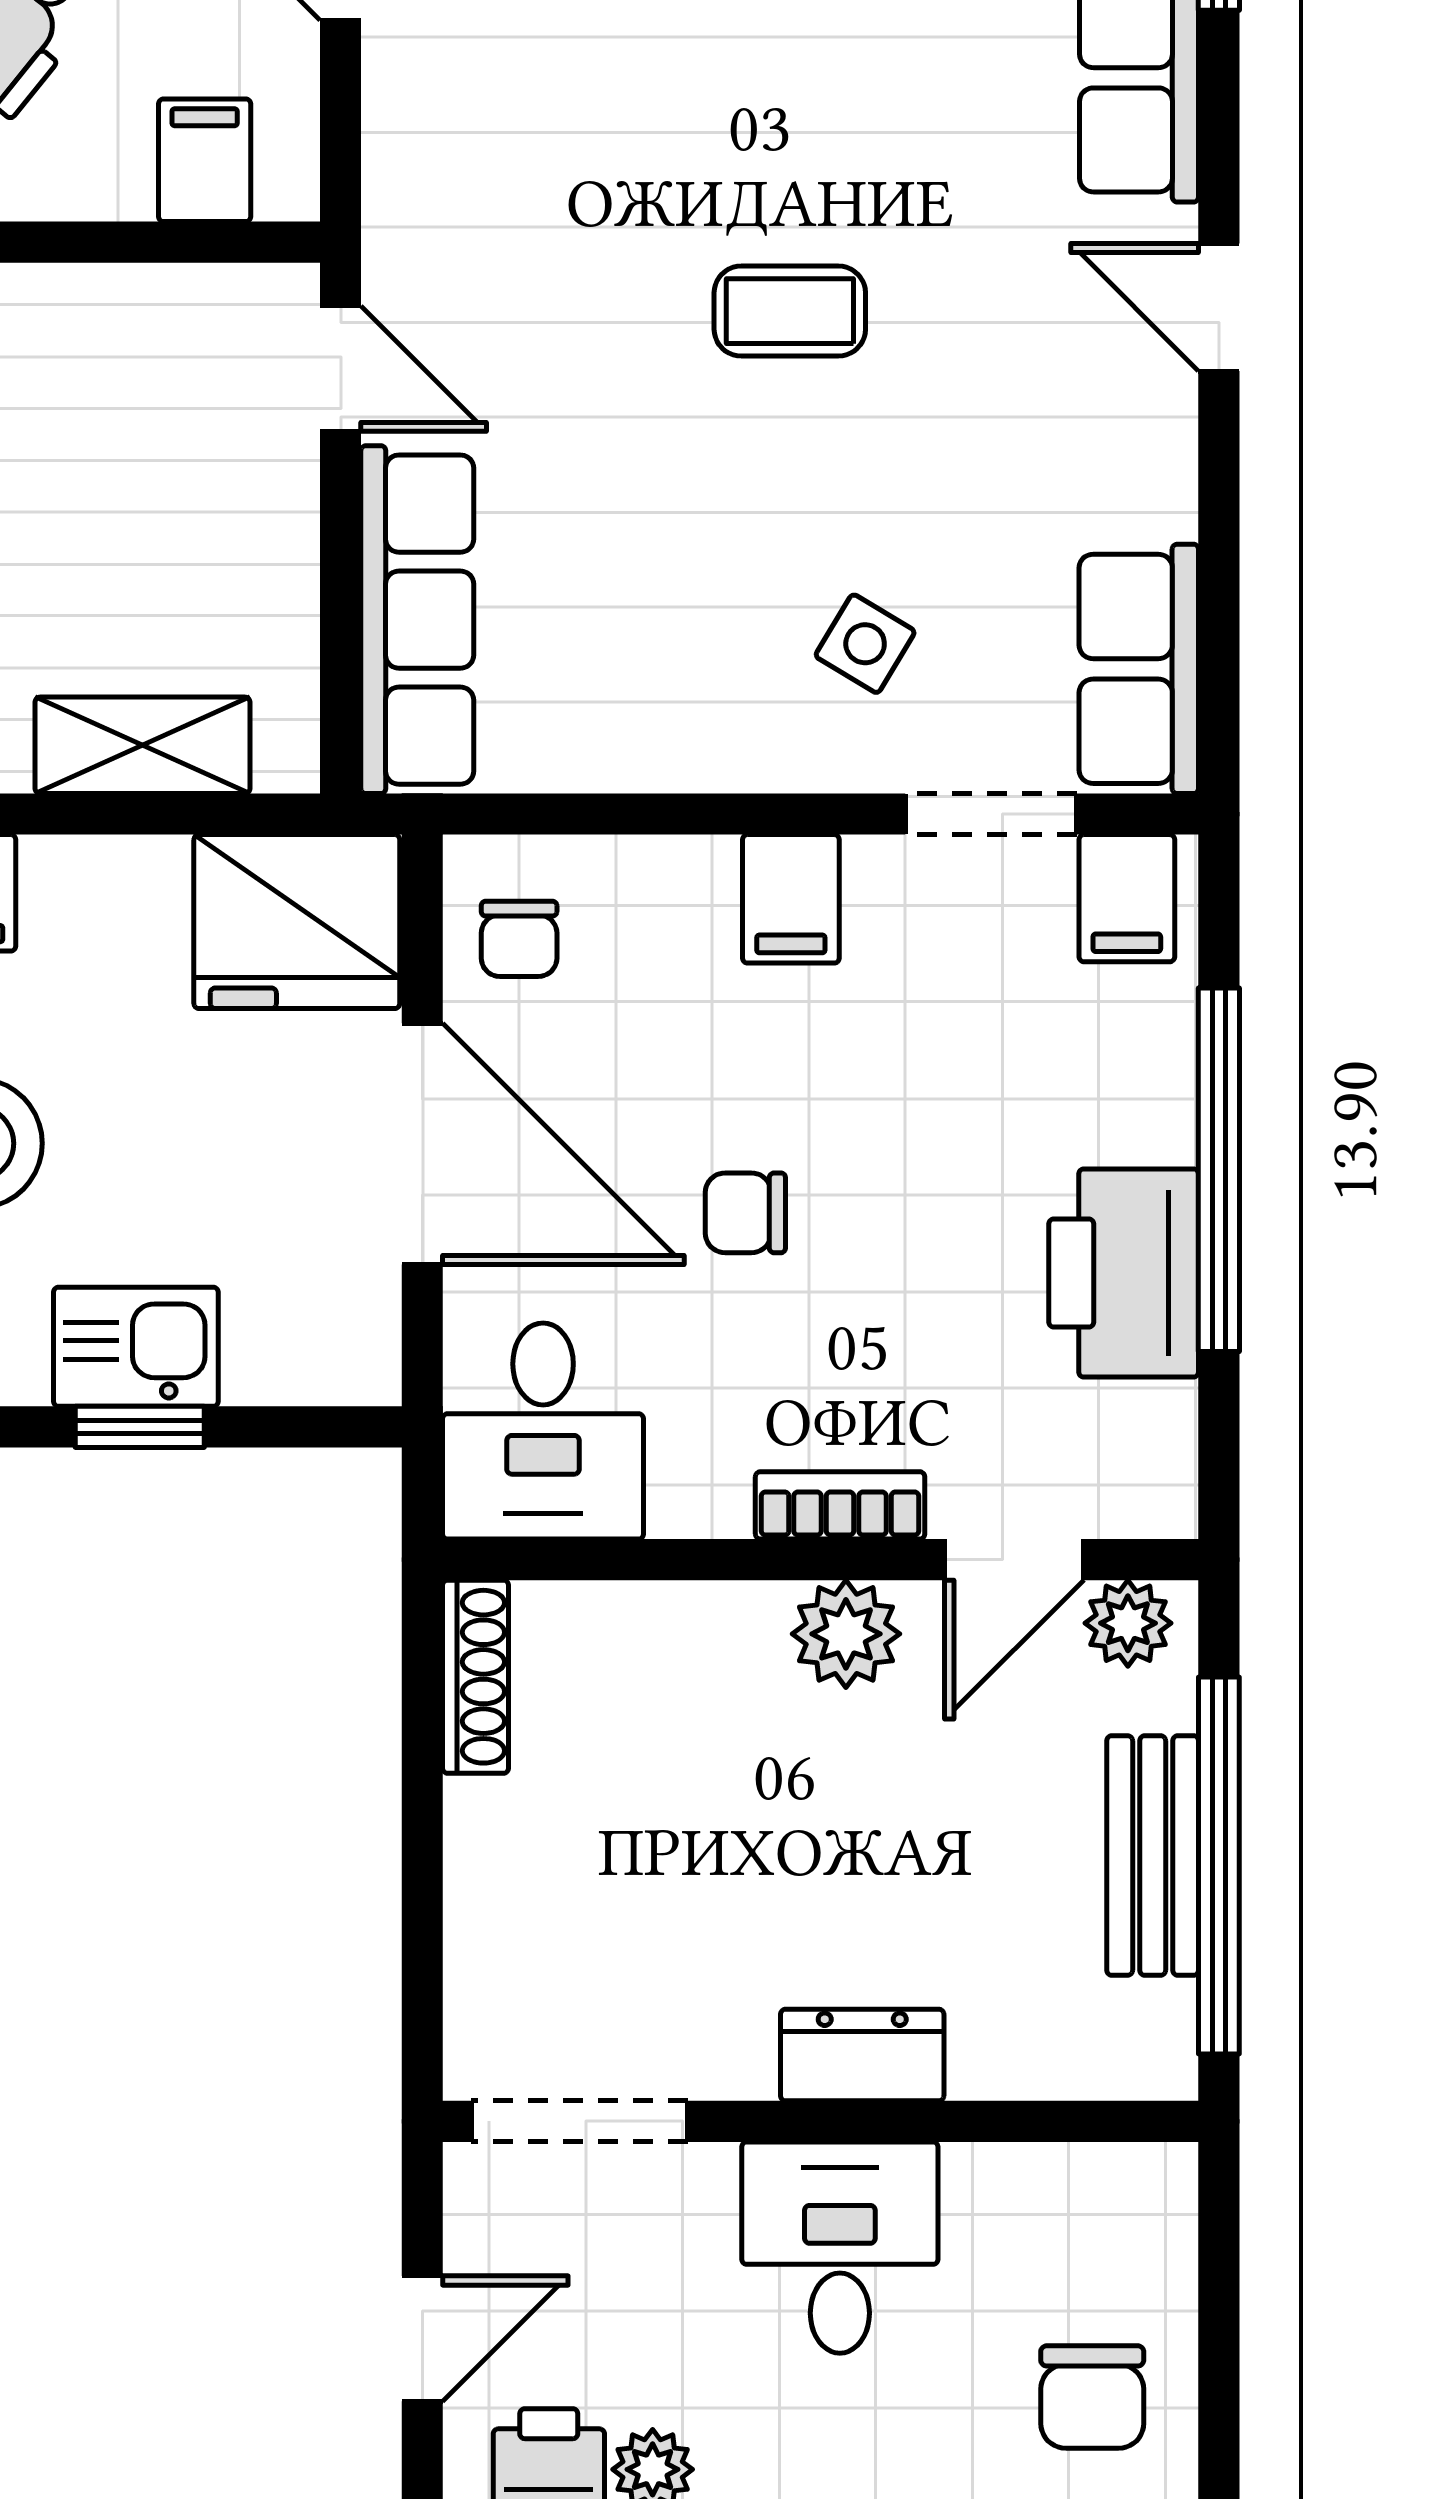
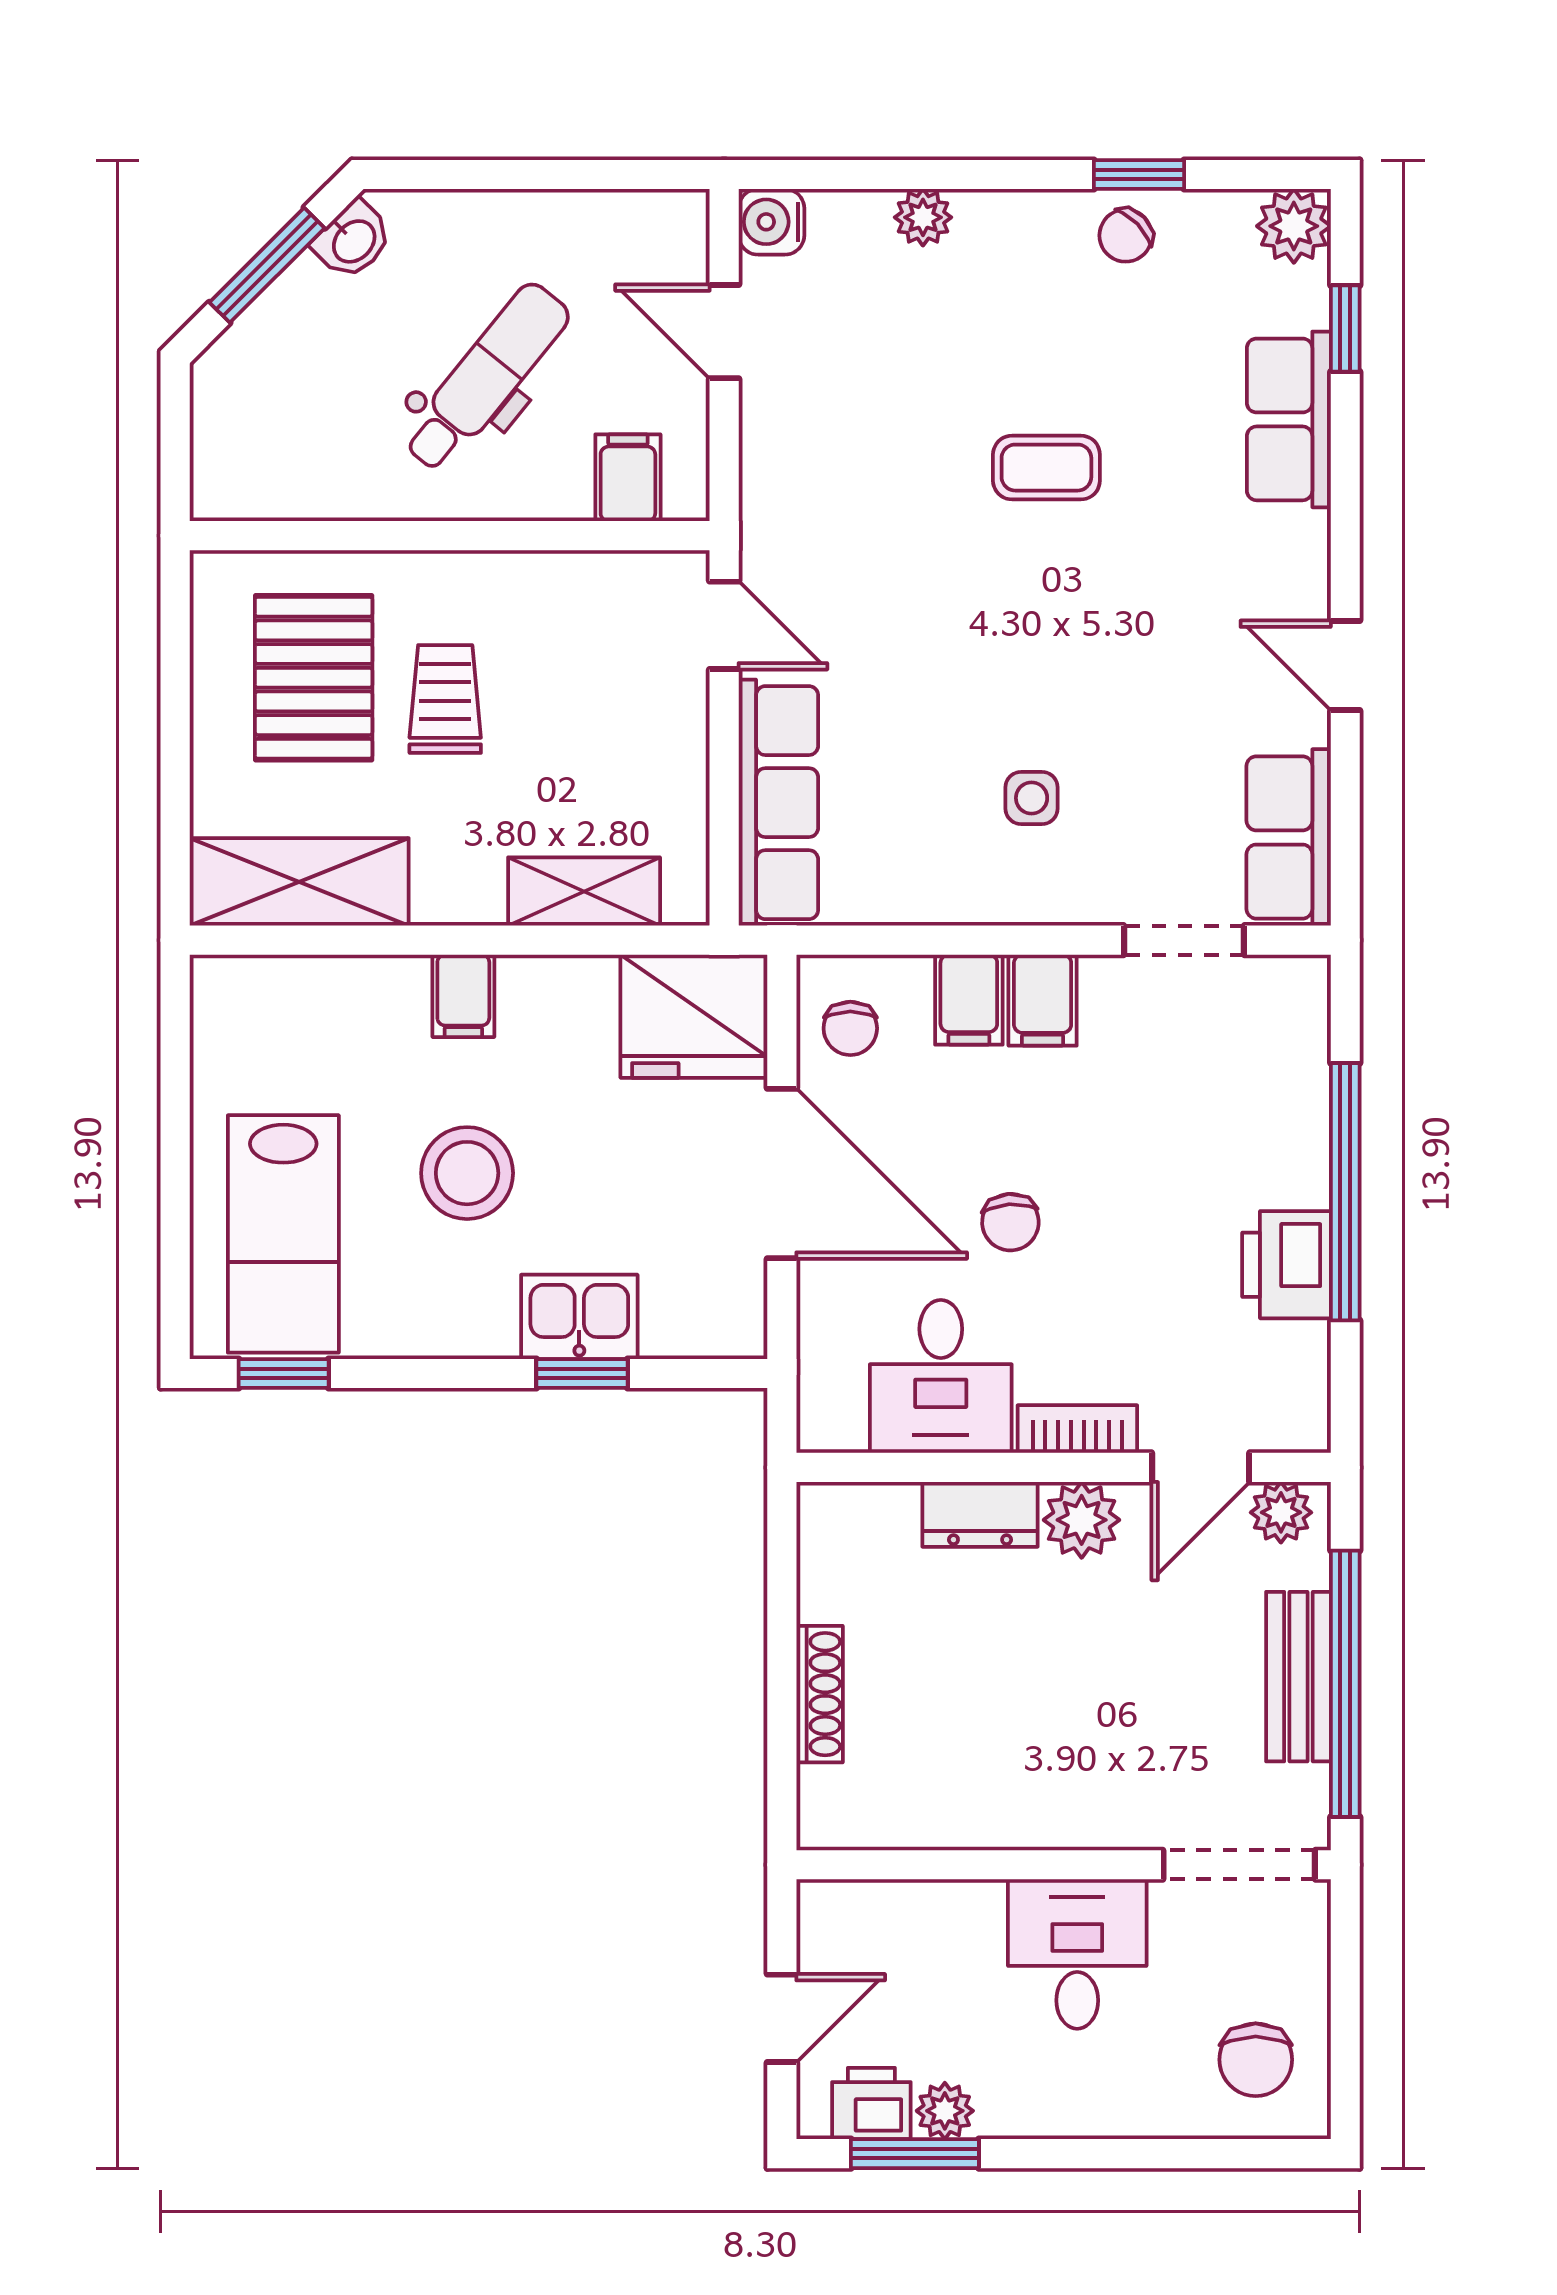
door: (1219, 307) -> (1345, 666), moved
coffee table: (790, 311) -> (1046, 468), moved
side table: (865, 644) -> (1032, 798), moved, turned -31
filing cabinet: (1127, 898) -> (969, 1000), moved
chair: (745, 1213) -> (1010, 1222), turned -94
printer: (1124, 1273) -> (1287, 1265), width x0.73, depth x0.84
desk: (543, 1431) -> (941, 1376), moved
shoe rack: (476, 1677) -> (820, 1694), moved
dresser: (862, 2055) -> (980, 1514), moved, turned 180
doorway: (580, 2121) -> (1239, 1865), moved

